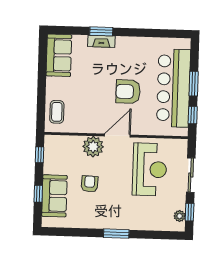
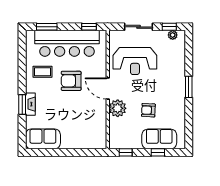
window: (194, 84) -> (47, 27), moved
armchair: (128, 92) -> (71, 81), turned 90
coffee table: (57, 112) -> (43, 72), moved
reception desk: (150, 169) -> (135, 61), turned 180

